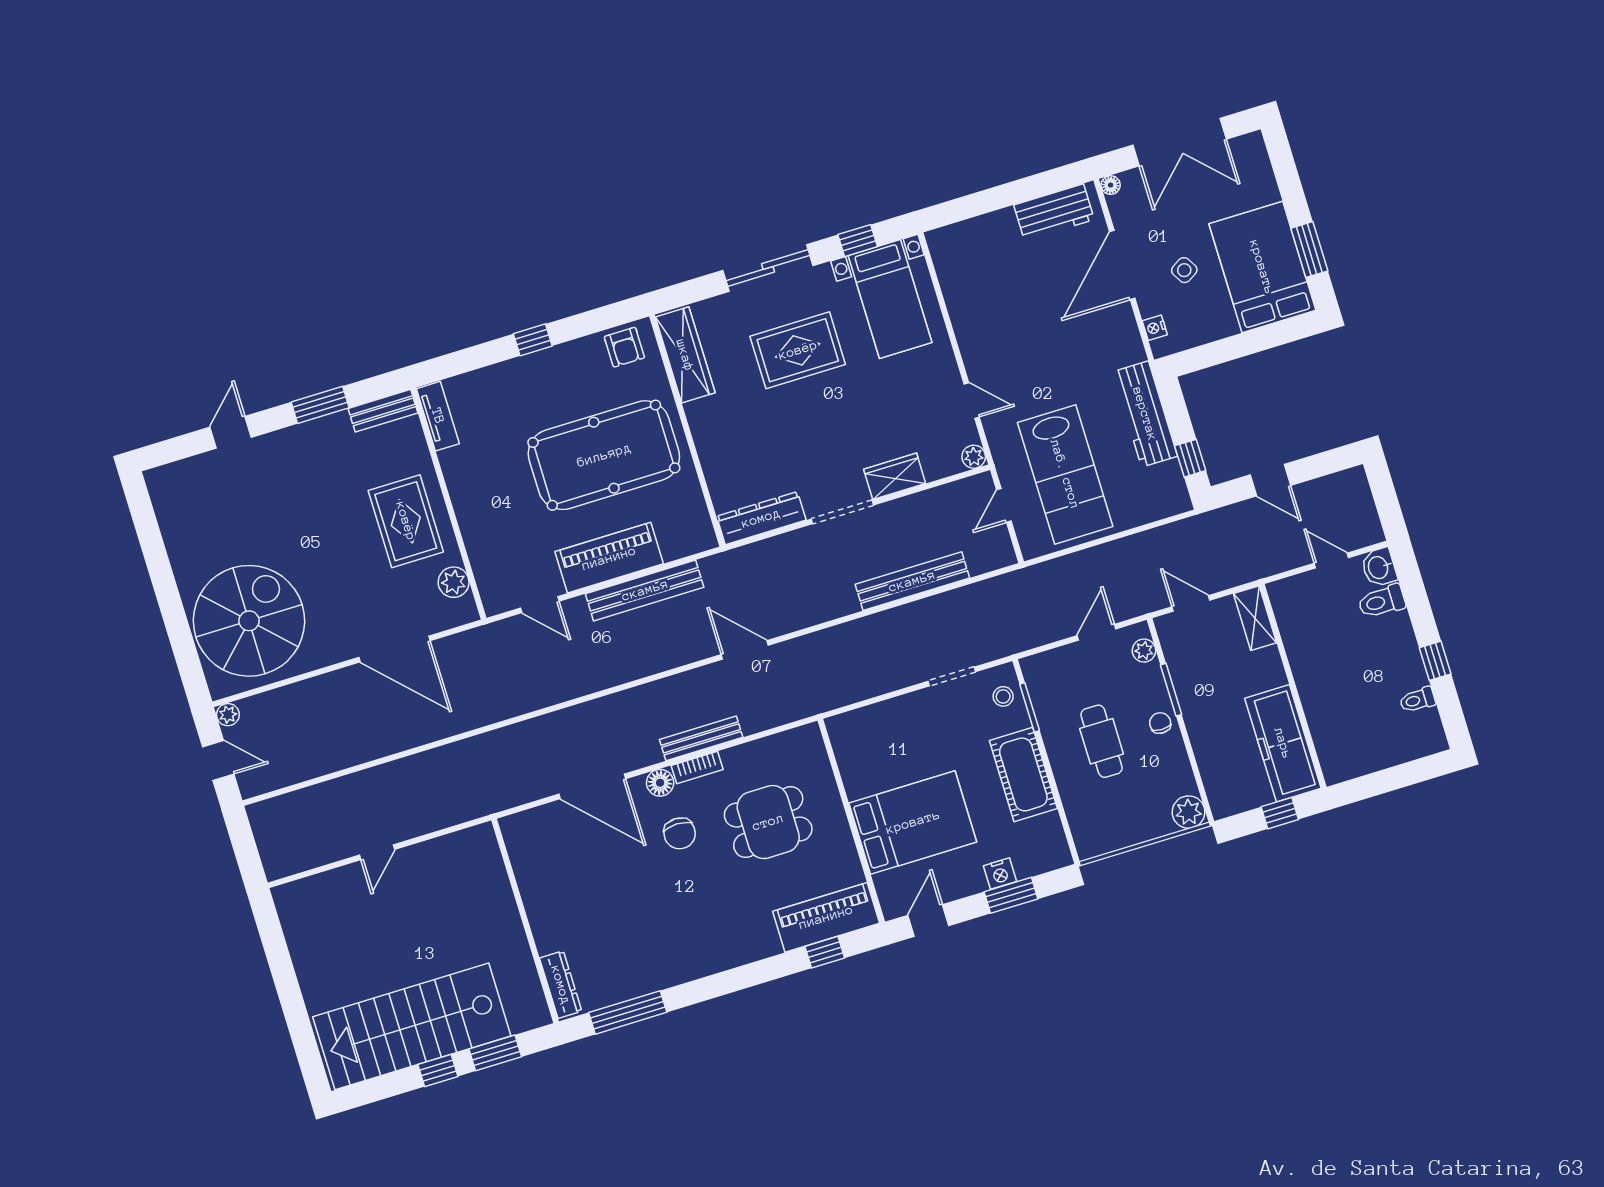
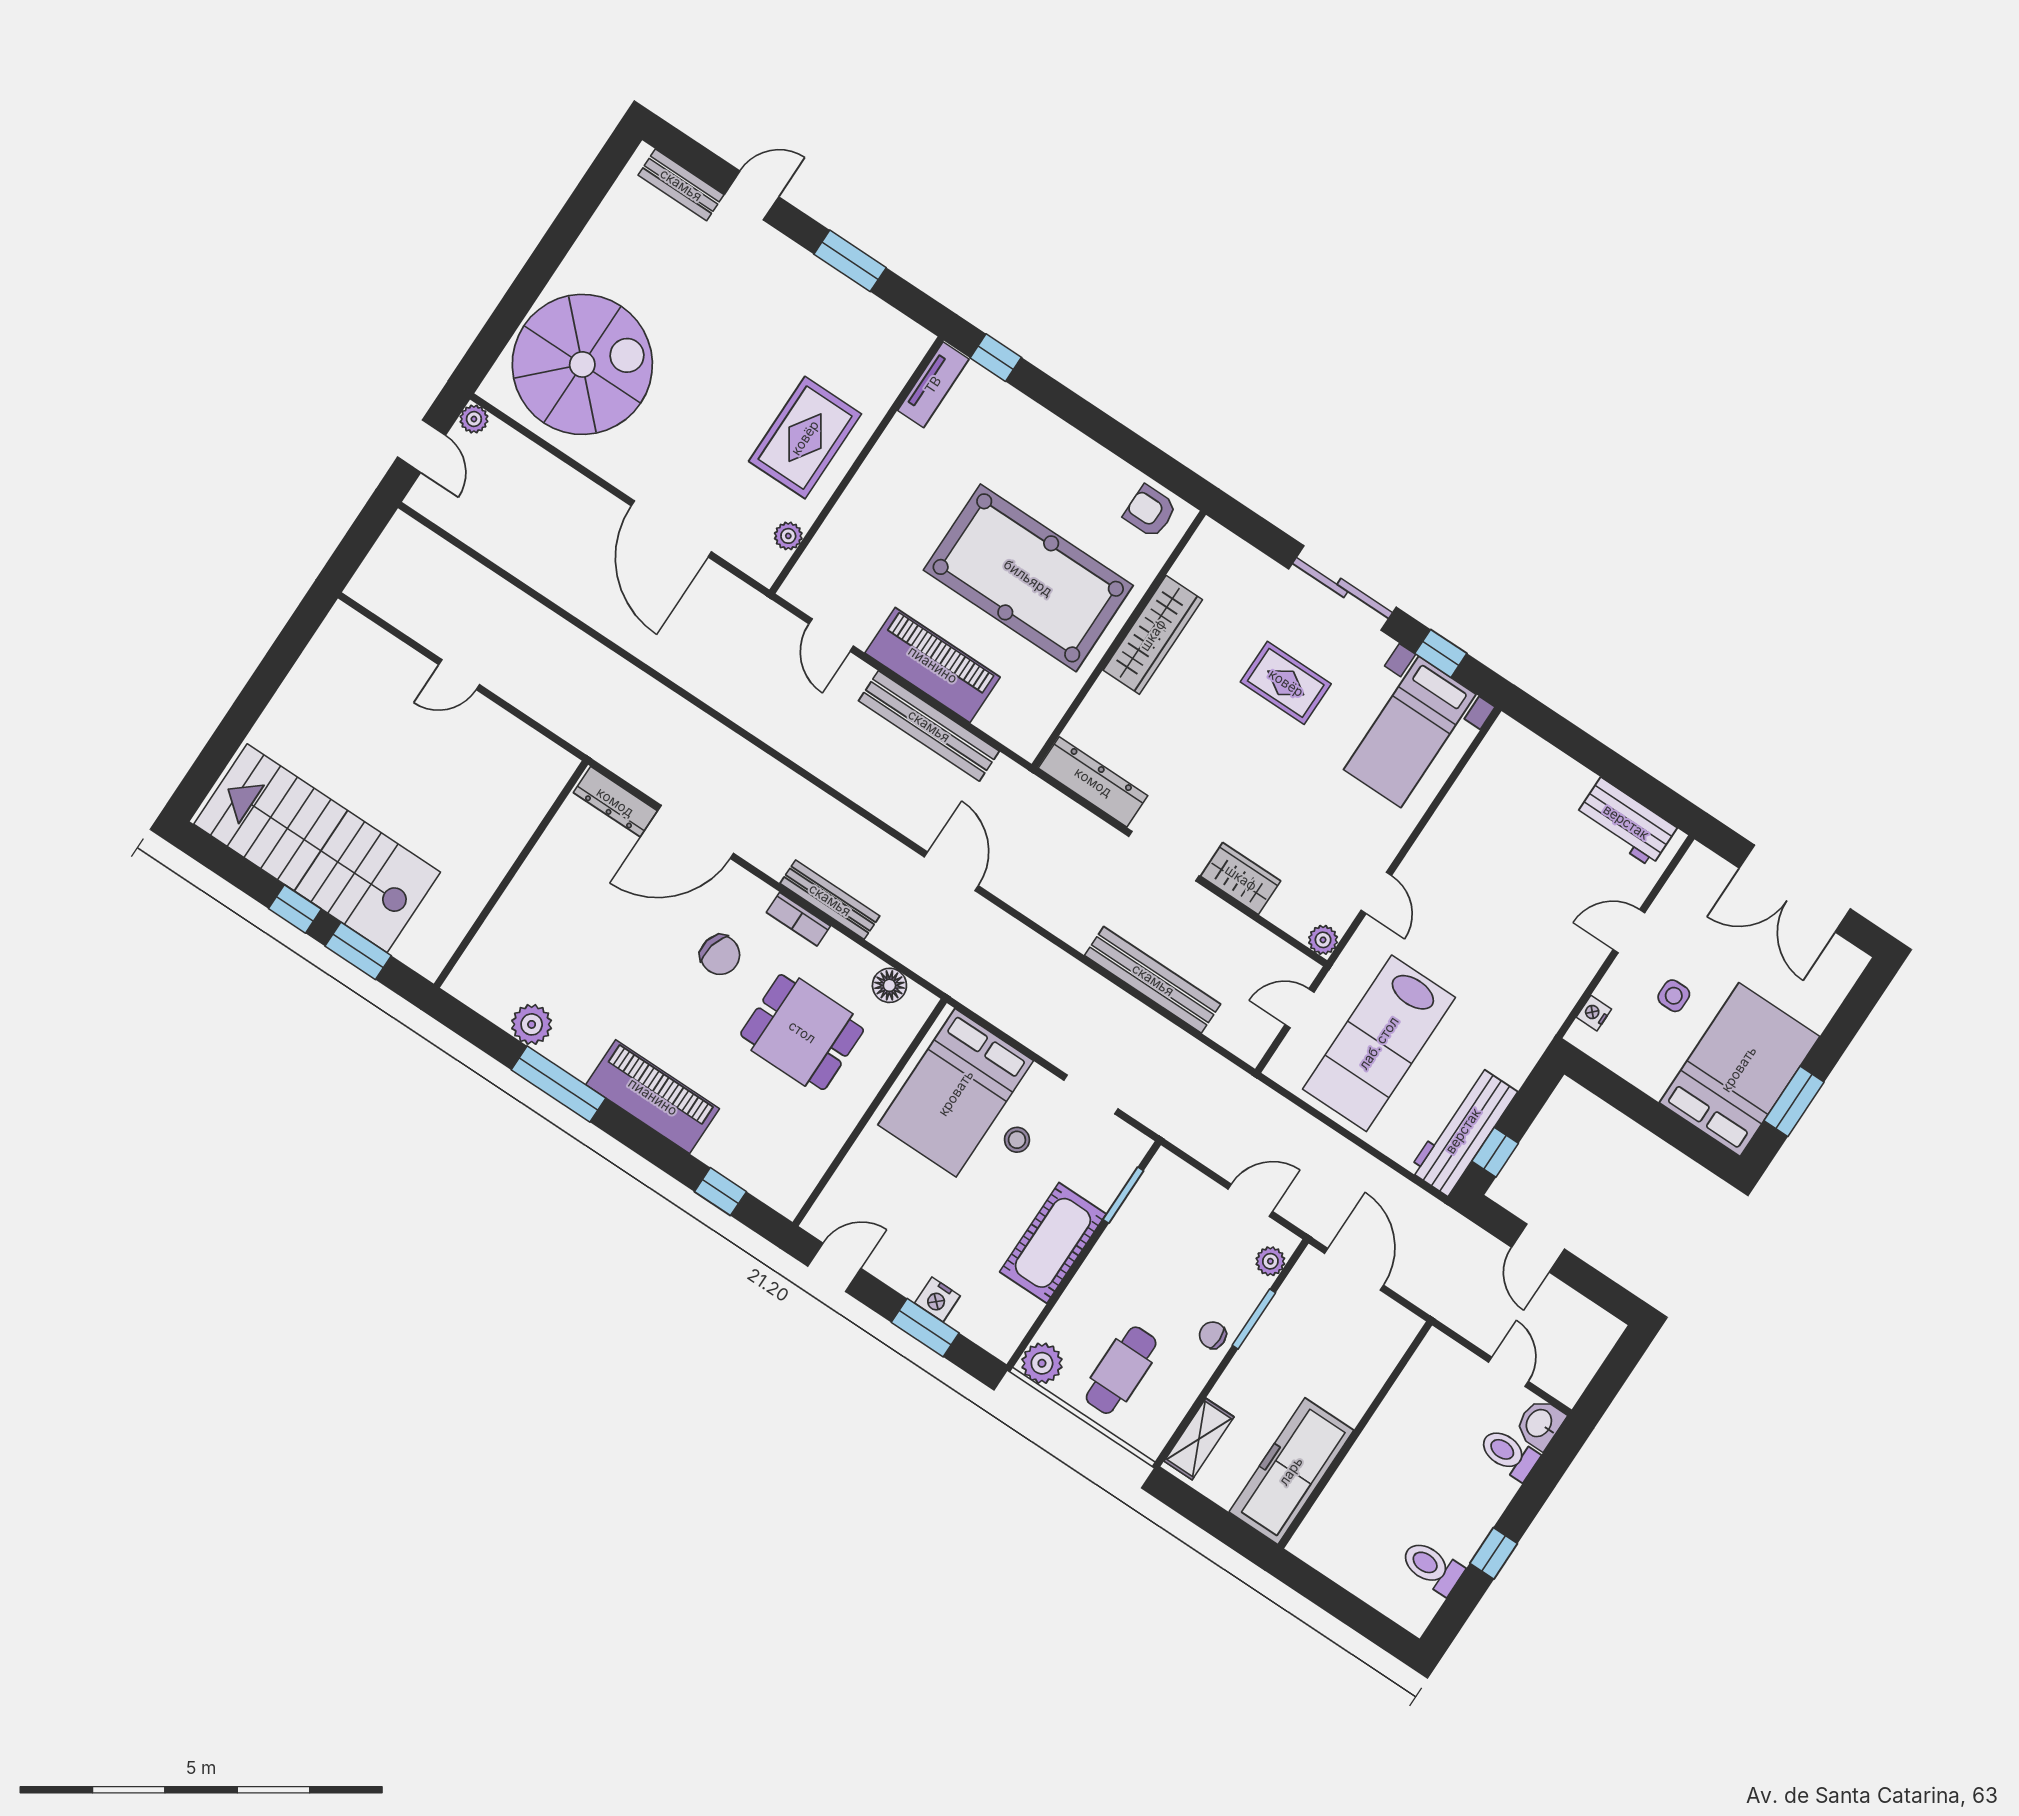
floor lamp: (1111, 185) -> (1698, 856), removed
door: (1122, 265) -> (1629, 931), width x0.53
side table: (1184, 270) -> (1674, 996), turned 31
window: (533, 340) -> (996, 358), moved
armchair: (624, 347) -> (1150, 511), turned 90
rug: (798, 350) -> (1286, 683), width x0.73, depth x0.70
wardrobe: (685, 355) -> (1153, 635), moved
bench: (383, 411) -> (681, 185), moved
workbench: (1145, 414) -> (1463, 1131), moved
plant: (454, 582) -> (788, 536), width x0.73, depth x0.73
door: (1191, 603) -> (1354, 1269), width x1.38
shelving: (1255, 618) -> (1199, 1439), moved
stool: (1003, 696) -> (1017, 1140), moved
toilet: (1417, 700) -> (1432, 1567), width x1.37, depth x1.39
chair: (1160, 723) -> (1213, 1335), turned -90
cafe table: (1102, 741) -> (1121, 1370), moved
floor lamp: (660, 783) -> (889, 985), moved
door: (592, 786) -> (696, 832), hinge flipped
plant: (1189, 812) -> (1042, 1363), moved
window: (1280, 813) -> (1221, 1524), removed
bed: (913, 822) -> (956, 1093), moved, turned 90
chair: (680, 833) -> (720, 955), turned -77
piano: (826, 917) -> (653, 1097), moved
plant: (628, 984) -> (532, 1024), added
dresser: (561, 985) -> (615, 802), moved, turned 90
window: (628, 1012) -> (559, 1084), moved

